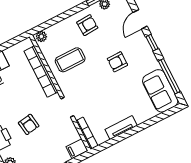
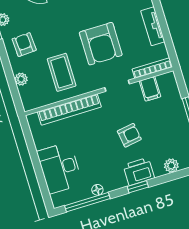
plant: (41, 36) -> (21, 79), moved
armchair: (117, 62) -> (101, 44), moved, width x1.88, depth x1.88
filing cabinet: (77, 149) -> (150, 89), moved

